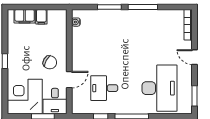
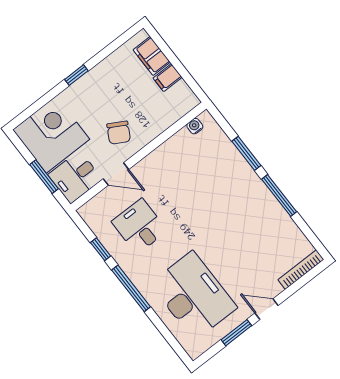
door: (194, 57) -> (267, 309), hinge flipped
desk: (160, 88) -> (194, 296), turned -90
window: (194, 96) -> (236, 333), moved

